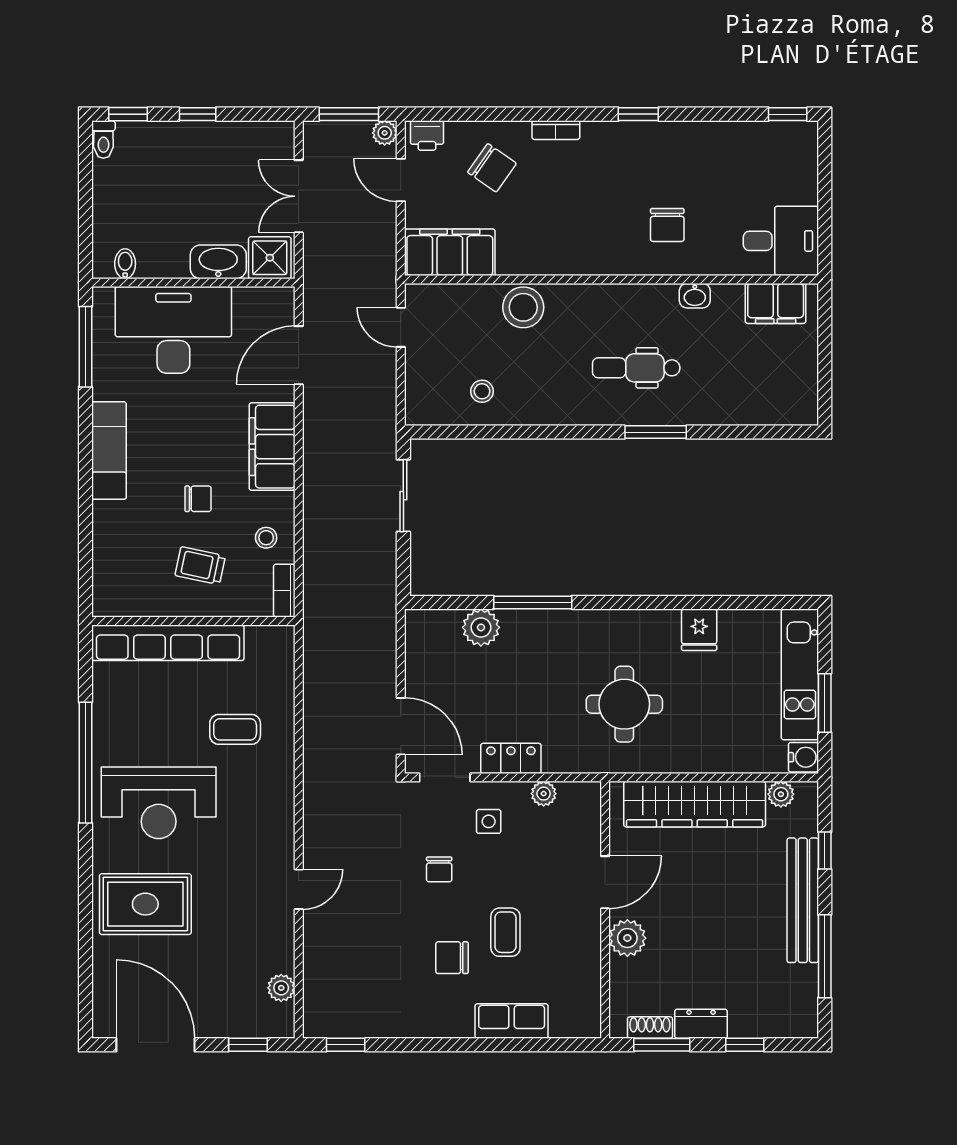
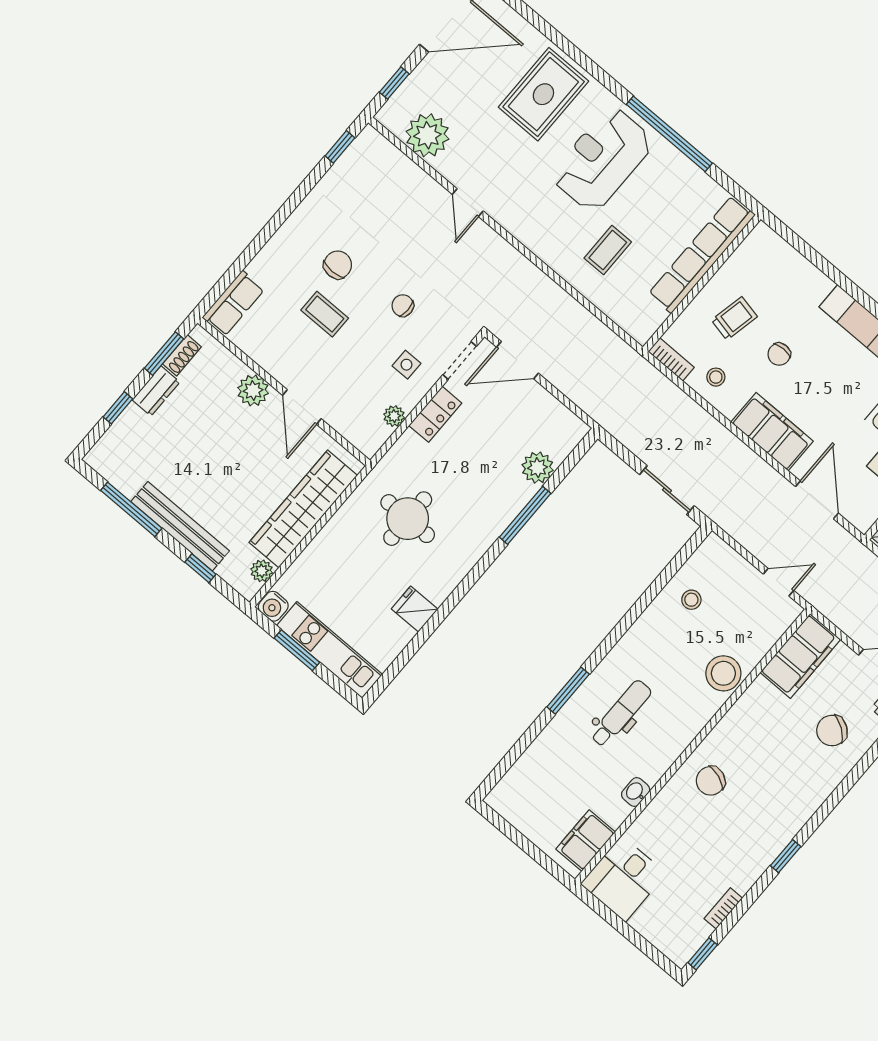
bookcase: (556, 130) -> (723, 908), moved
chair: (667, 225) -> (711, 781), moved, turned -70
plant: (281, 988) -> (427, 135), width x1.88, depth x1.88
row of seats: (512, 1021) -> (233, 303), moved

